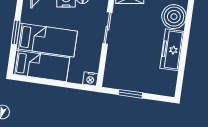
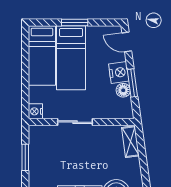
sliding door: (107, 28) -> (75, 122), moved

